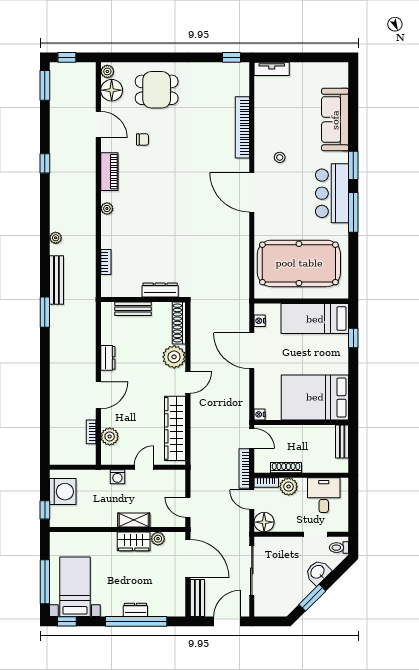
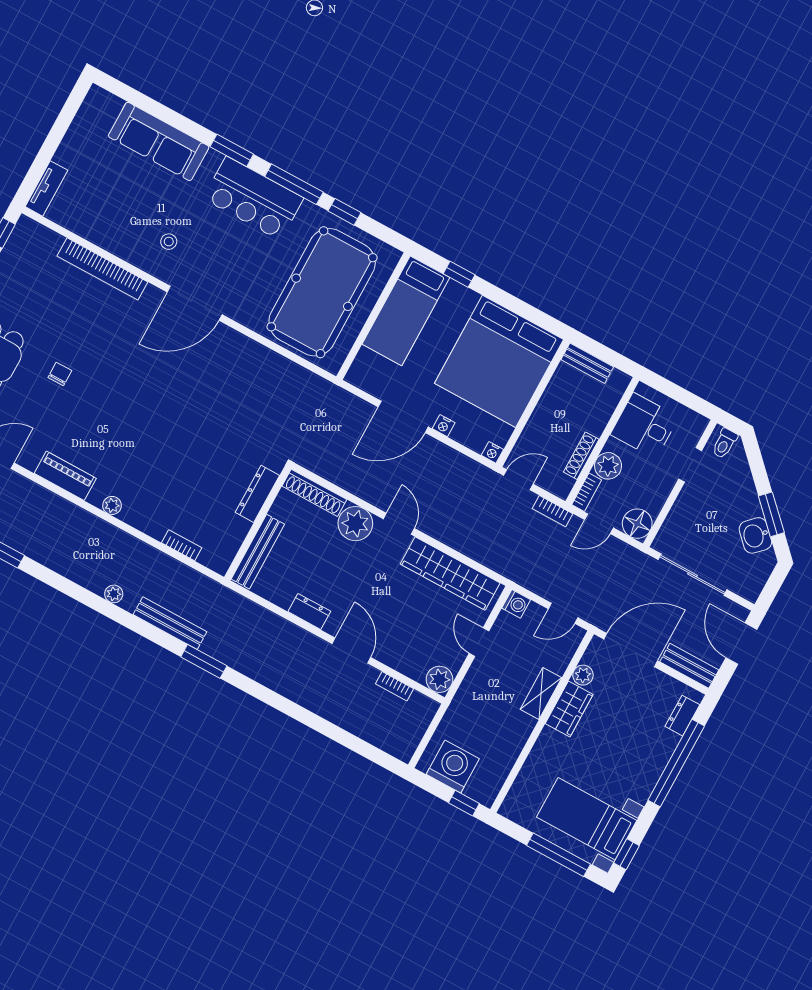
chair: (143, 139) -> (60, 374), moved
window: (353, 251) -> (344, 212), added
bench: (133, 309) -> (258, 552), width x1.36
nightstand: (260, 321) -> (444, 426), moved
bed: (315, 397) -> (499, 361), width x1.36
plant: (110, 436) -> (440, 679), moved
bookcase: (244, 468) -> (552, 511), width x0.64
washing machine: (117, 477) -> (516, 604), moved
washbasin: (318, 572) -> (755, 535), moved
dresser: (135, 610) -> (682, 716), moved

